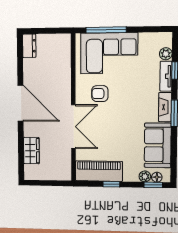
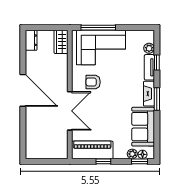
wardrobe: (31, 151) -> (61, 42), moved, turned 180

